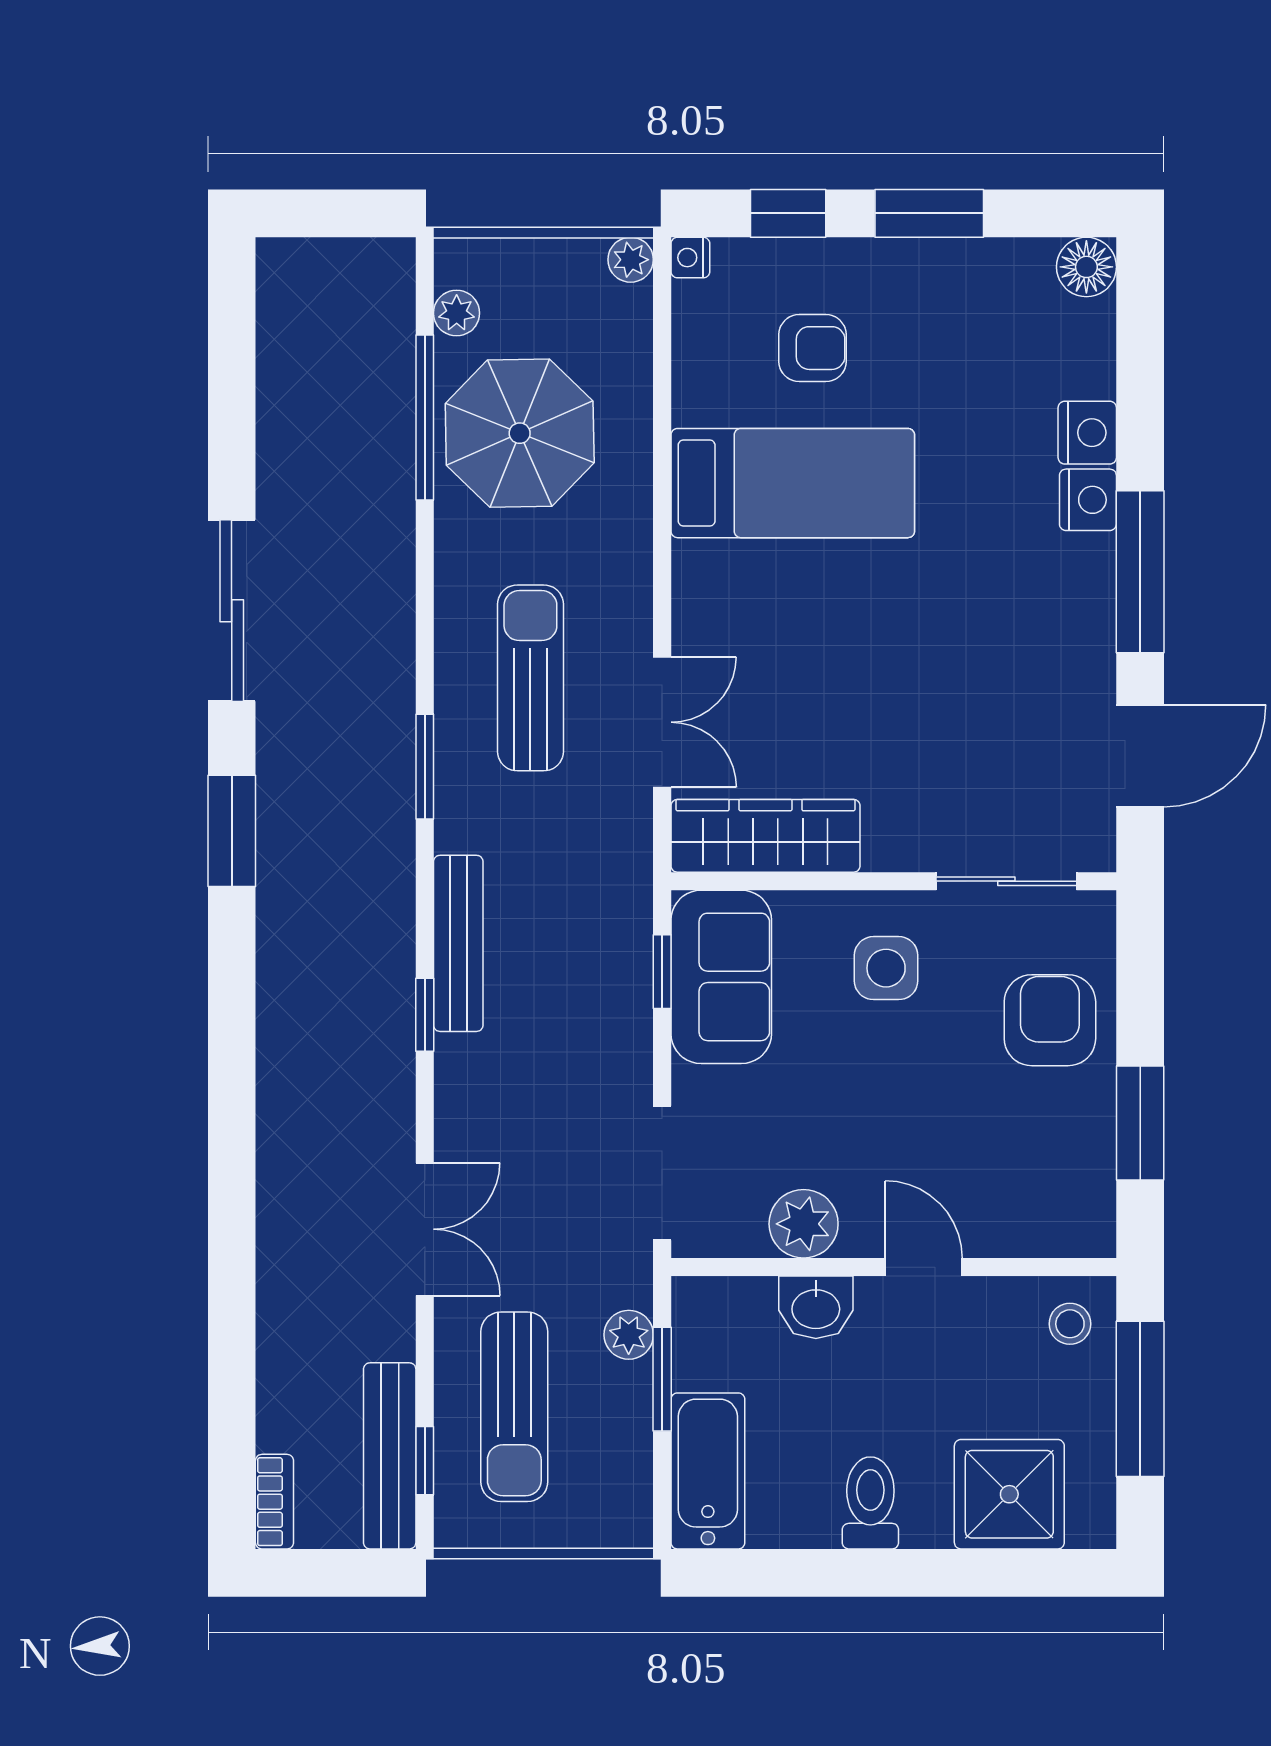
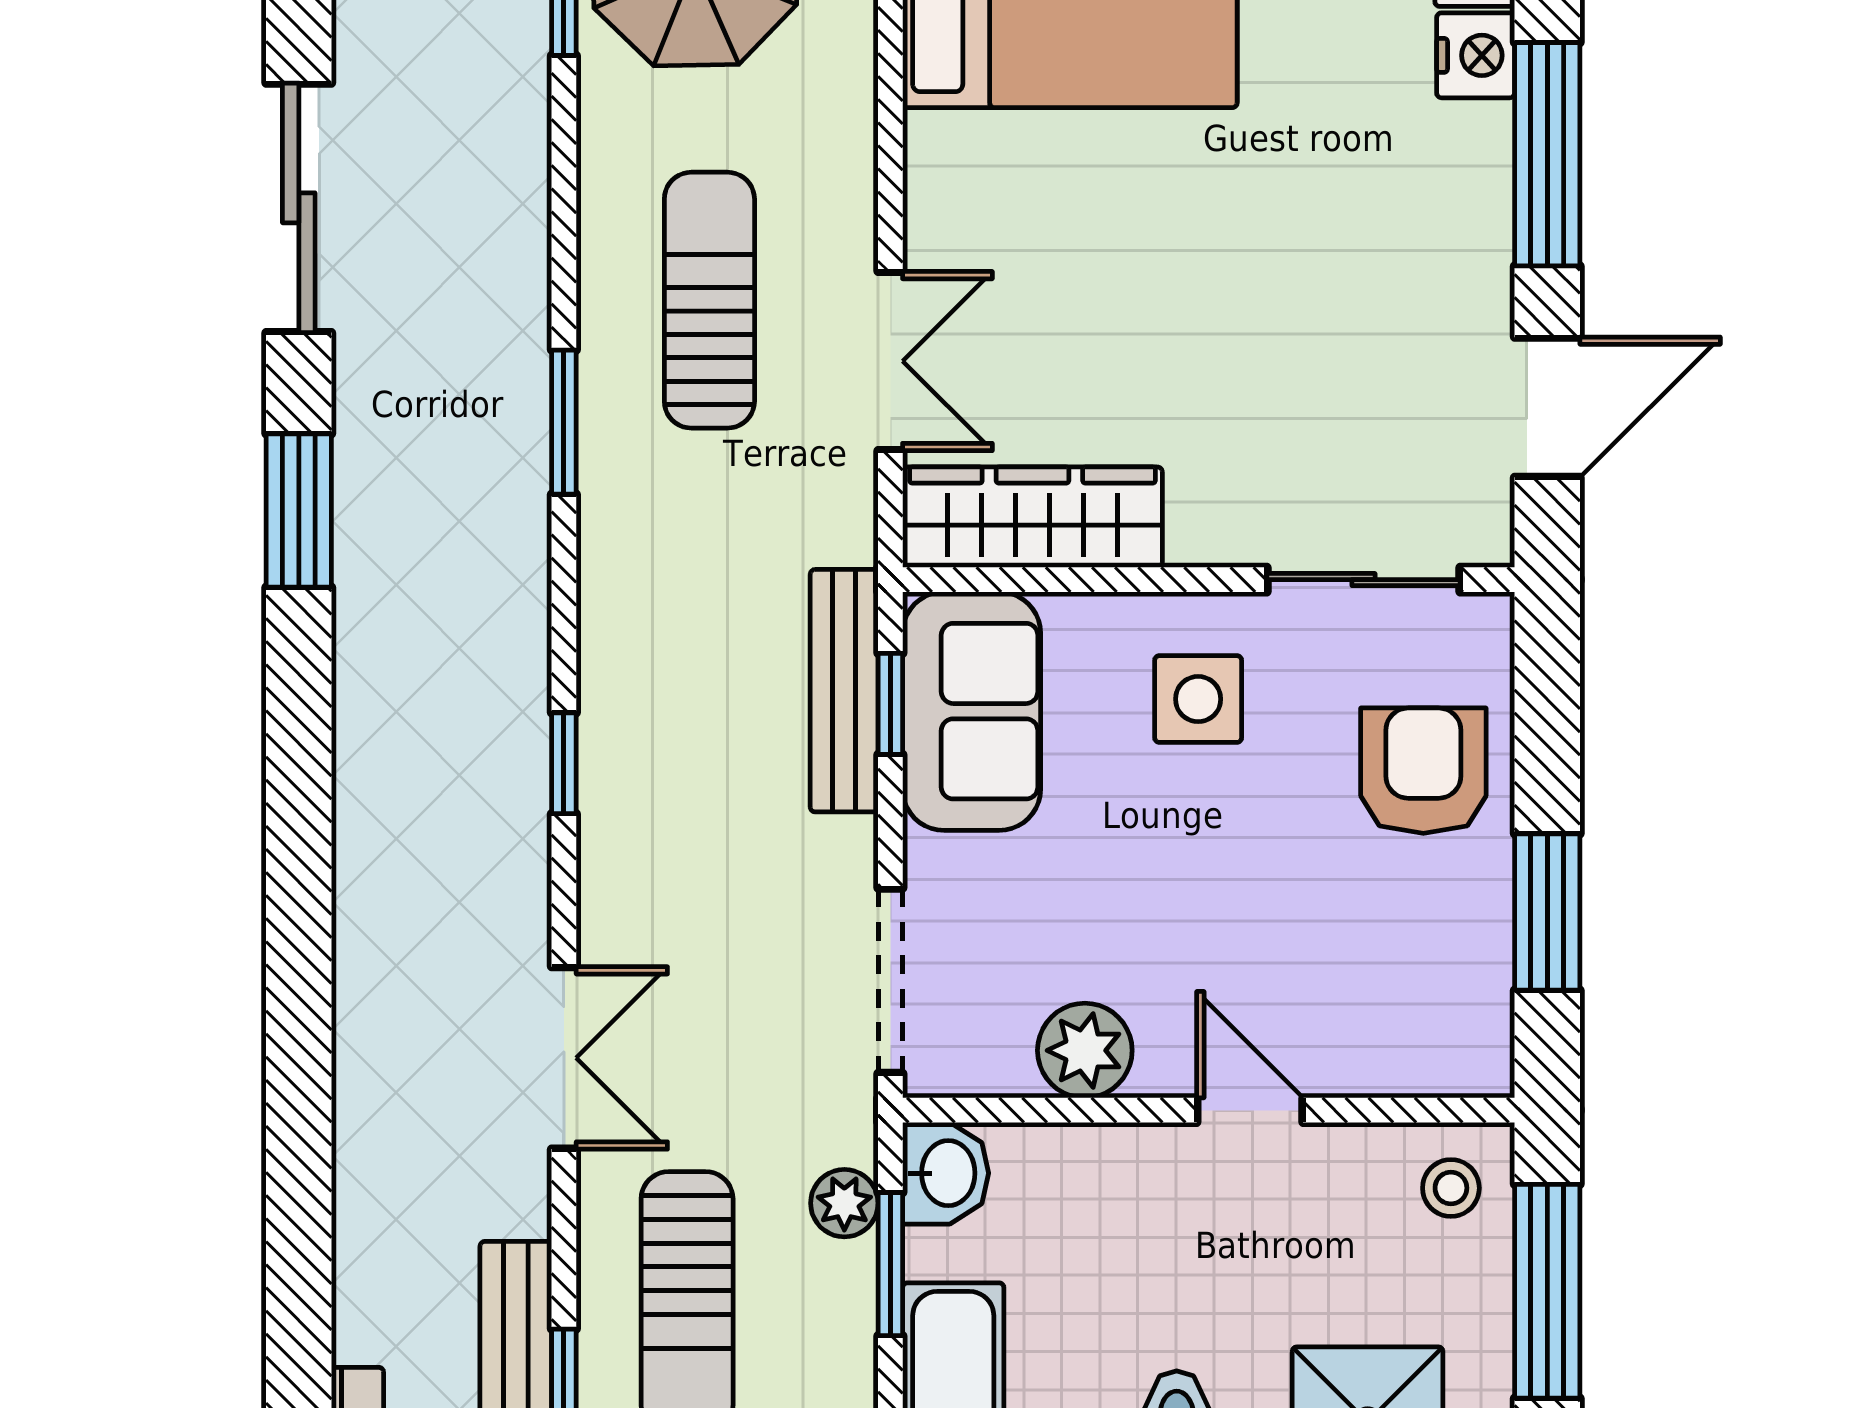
bench: (458, 943) -> (844, 691), moved
washbasin: (816, 1307) -> (946, 1173), moved, turned -90

